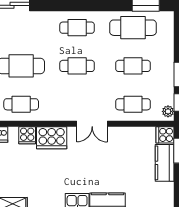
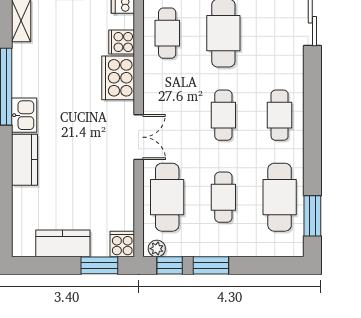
cafe table: (133, 104) -> (167, 197), width x1.37, depth x1.35
double door: (92, 124) -> (139, 137), swing flipped
kitchen counter: (165, 163) -> (63, 243), moved

